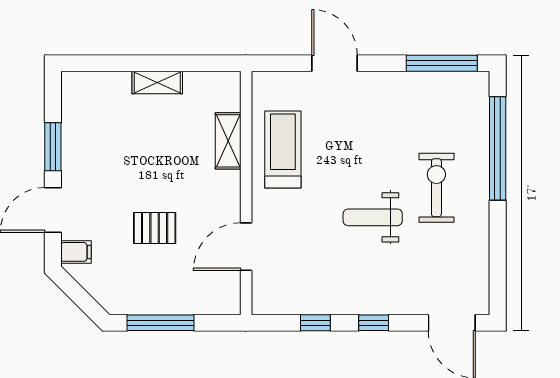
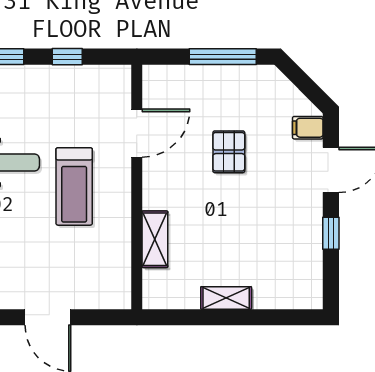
window: (53, 147) -> (331, 233), width x0.67
treadmill: (283, 150) -> (74, 186), moved
pallet: (155, 228) -> (229, 152), turned 90

